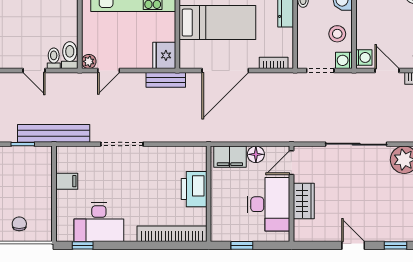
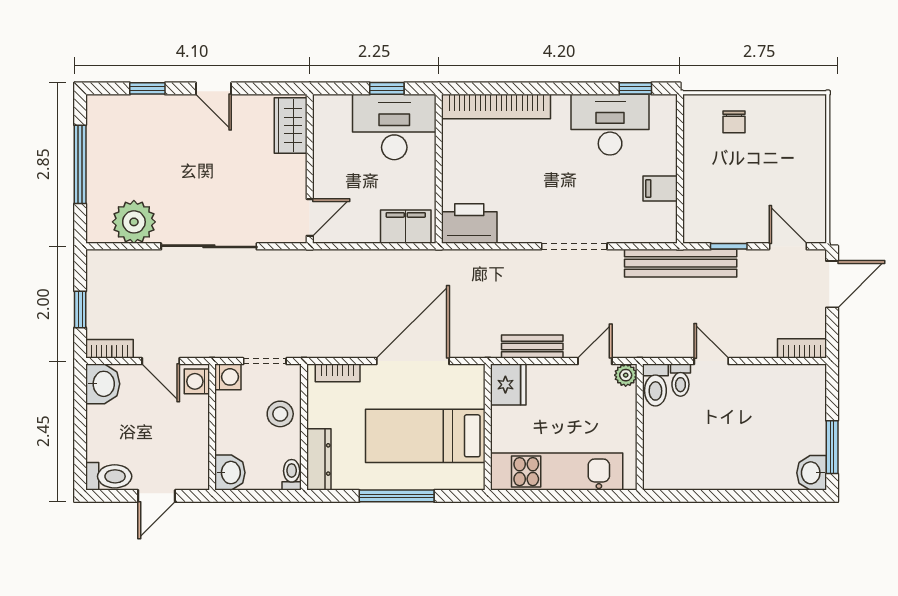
stool: (337, 34) -> (280, 414), moved
bench: (166, 80) -> (532, 347), moved
floor lamp: (256, 154) -> (365, 230), removed
printer: (194, 189) -> (469, 224), moved, turned -90
wardrobe: (304, 201) -> (291, 125), moved
desk: (269, 204) -> (394, 127), moved, turned 90

